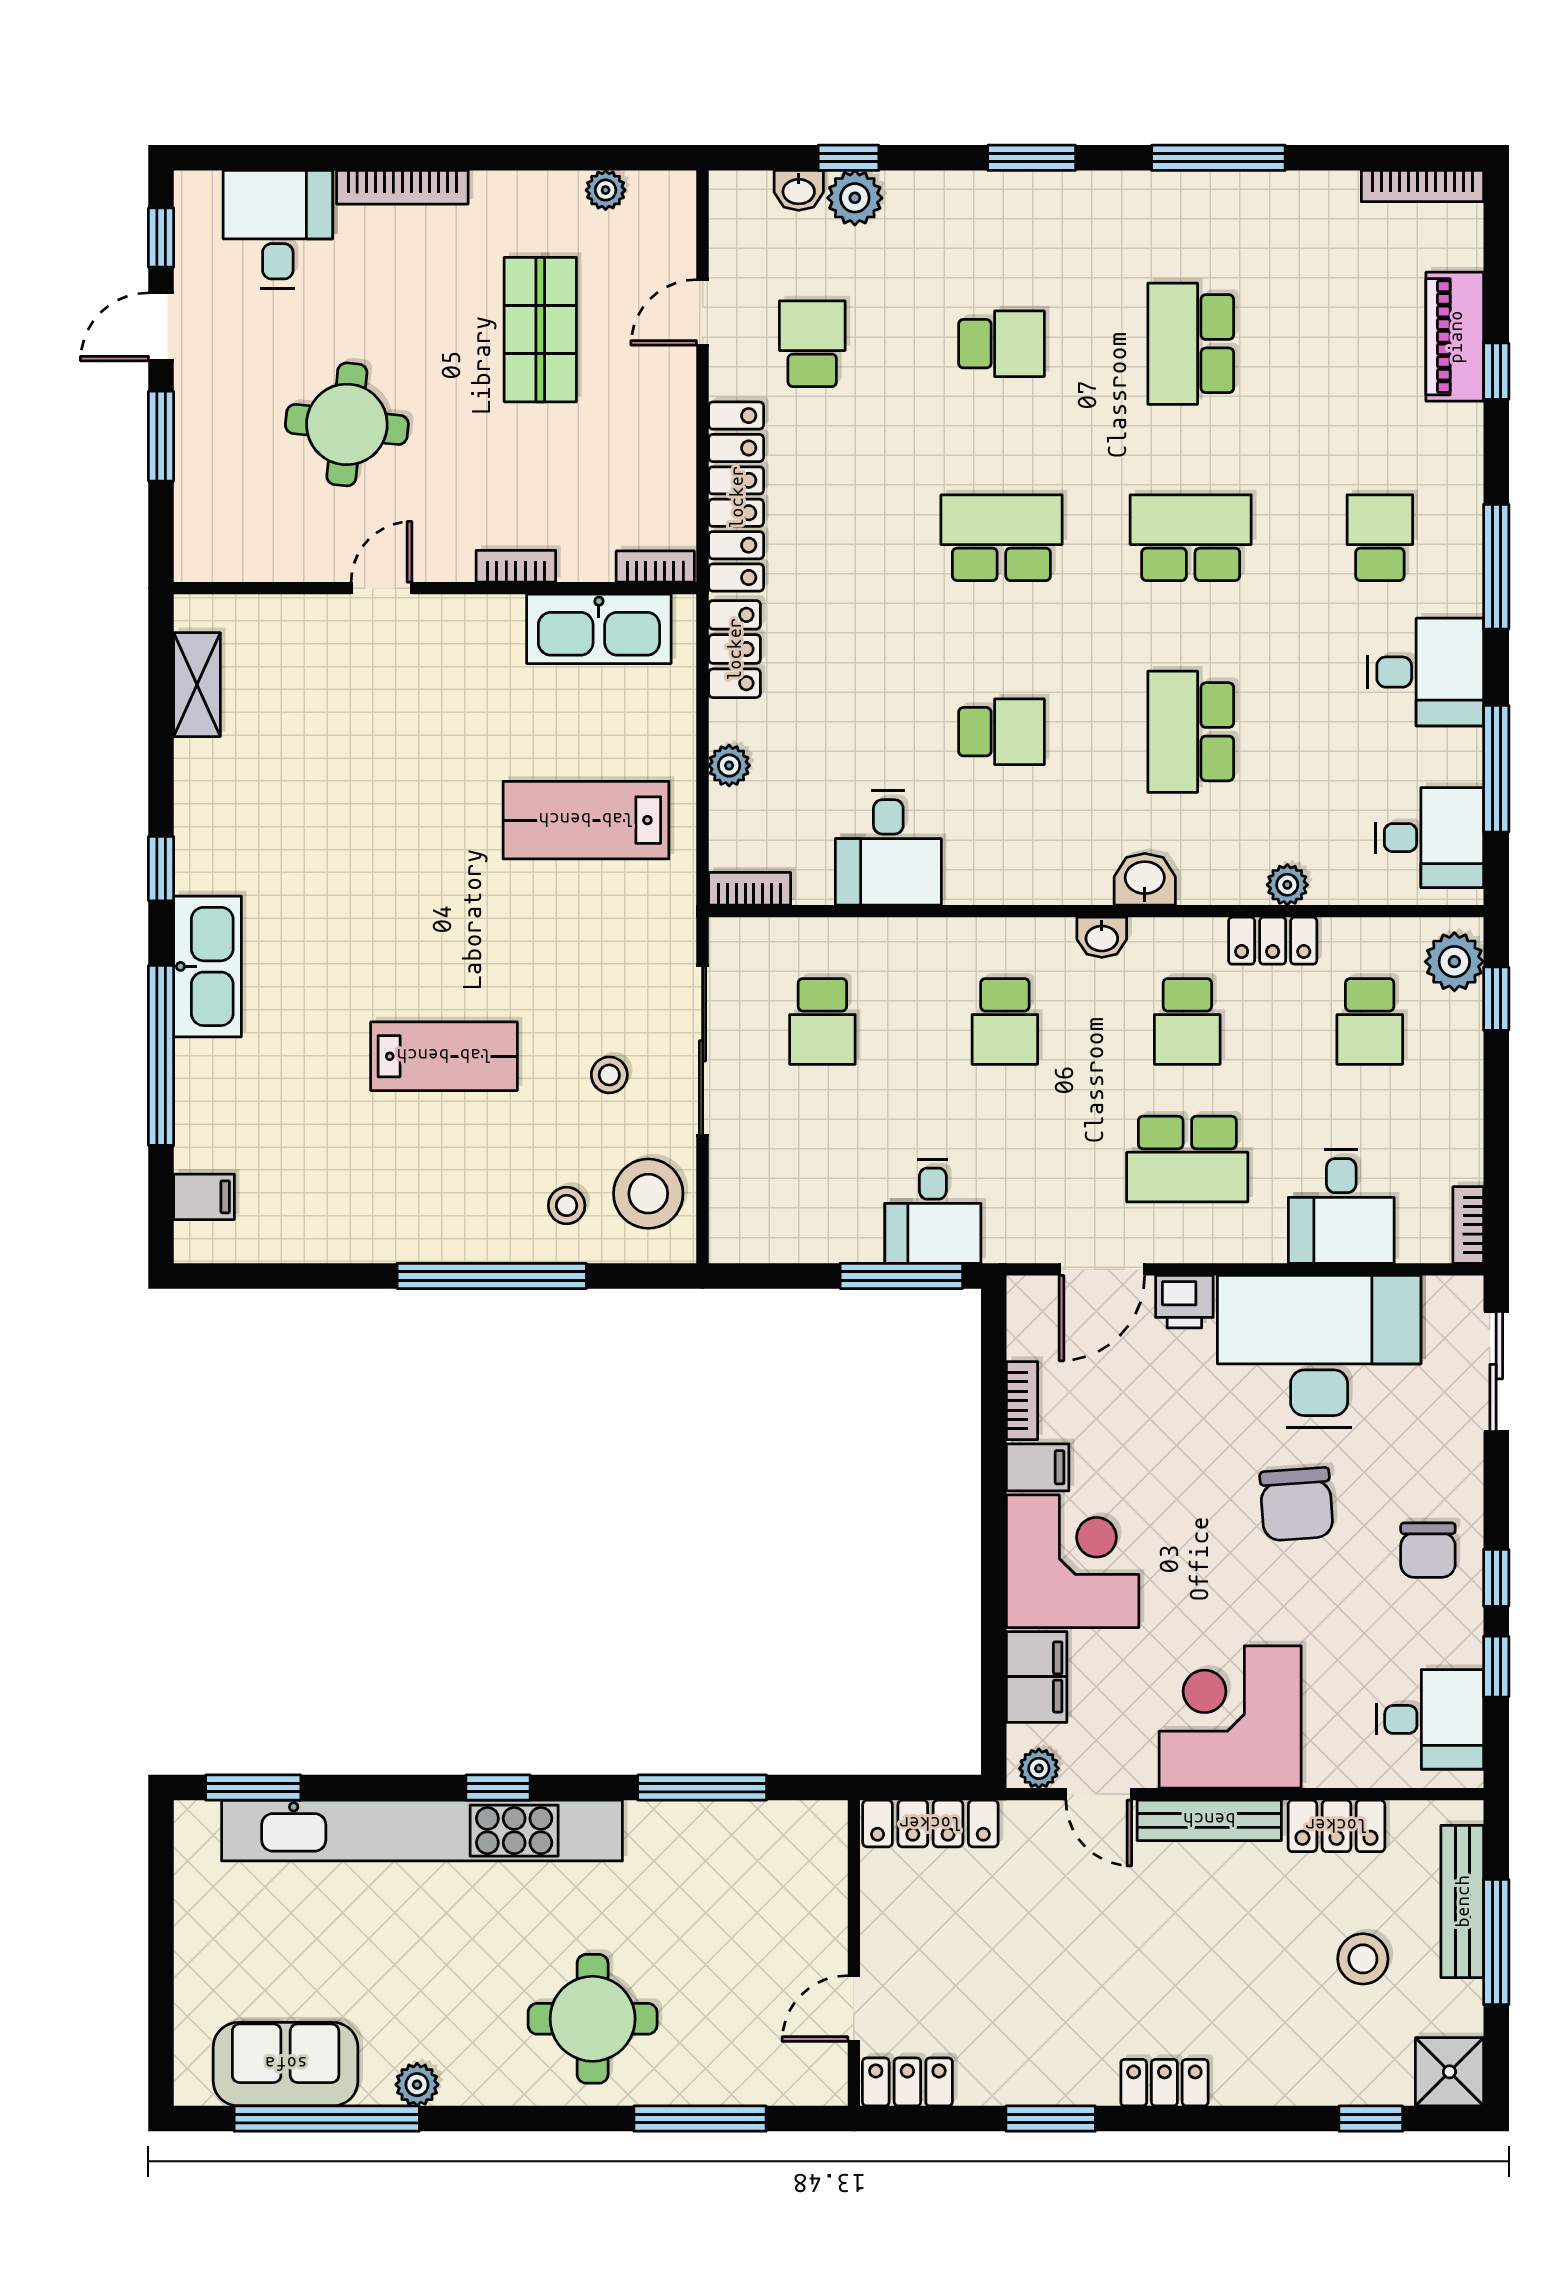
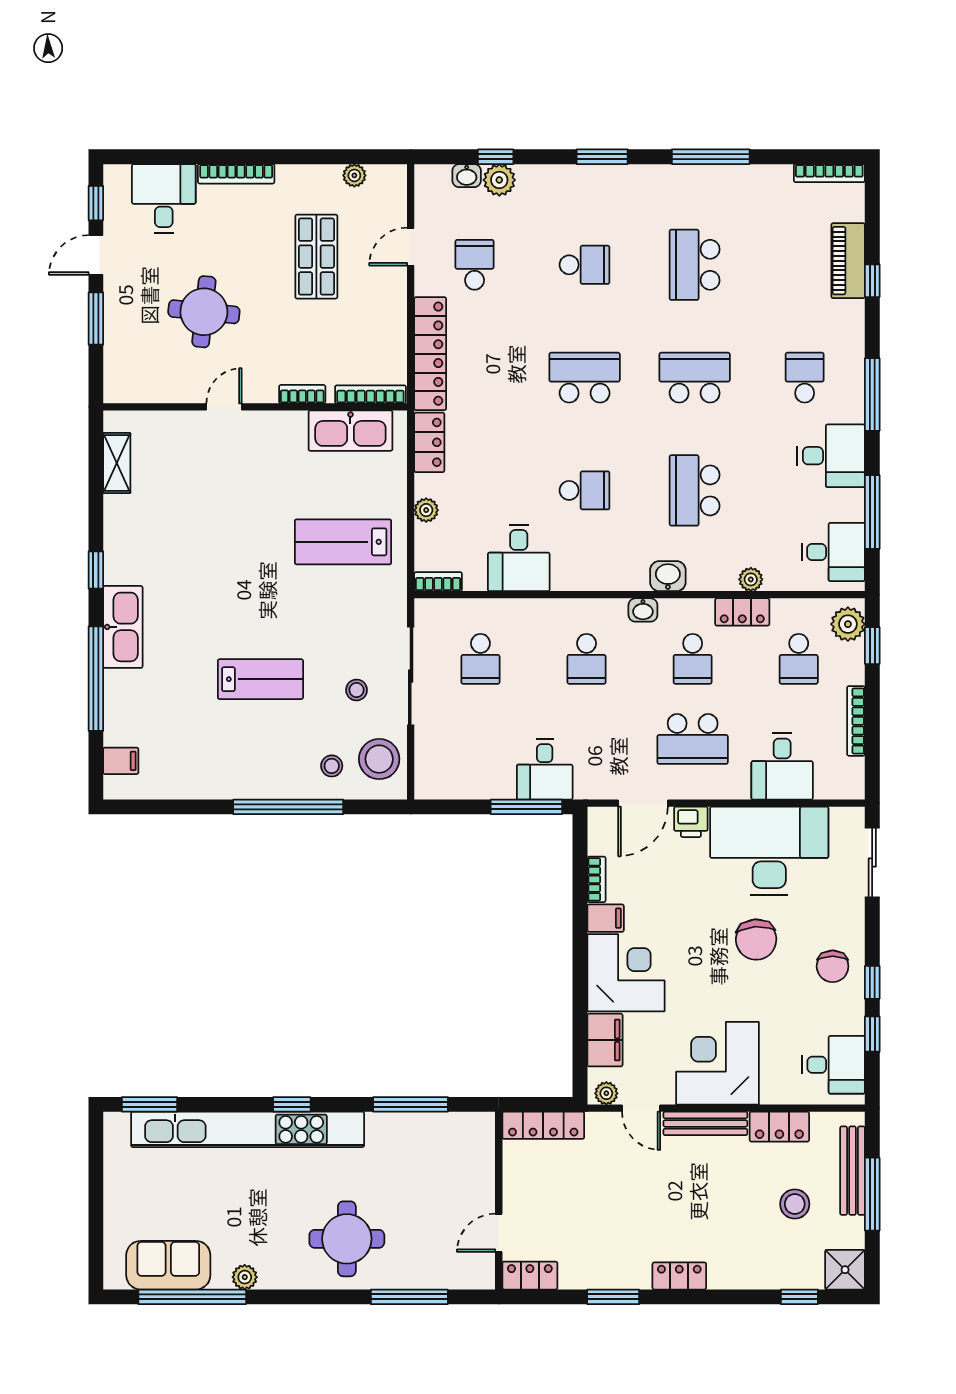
bookcase: (655, 567) -> (370, 394), width x1.56
bookcase: (1468, 1225) -> (856, 721), moved, width x1.56

